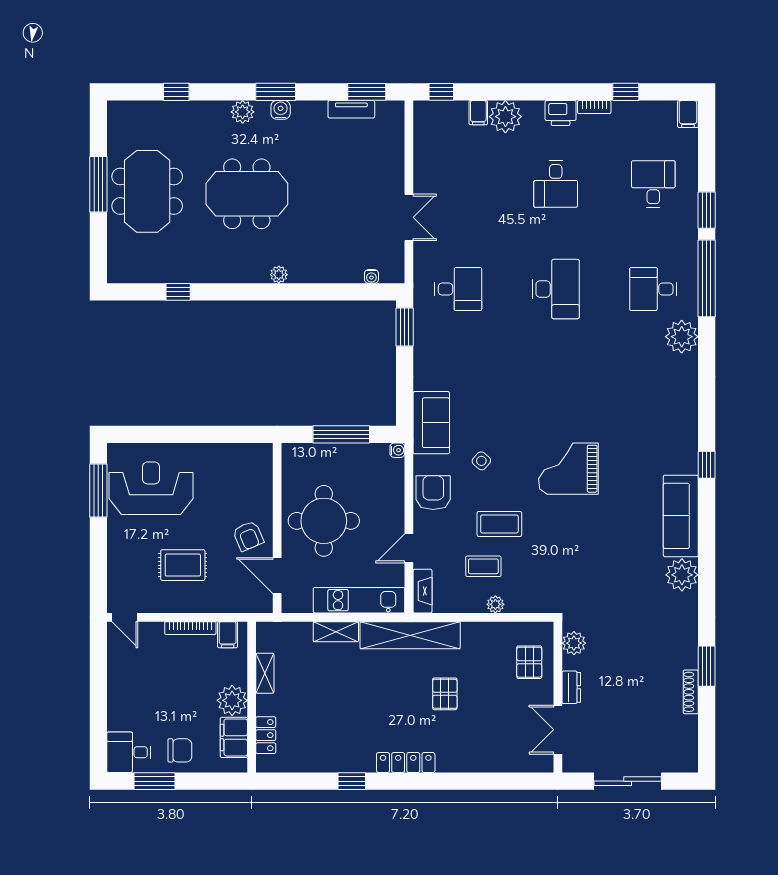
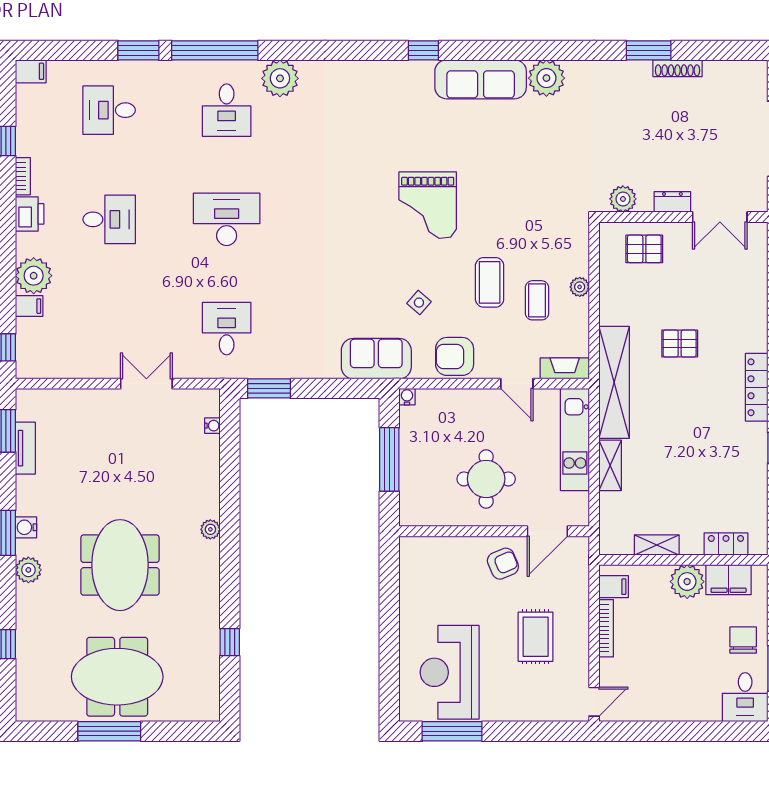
round table: (324, 521) -> (486, 479), width x0.73, depth x0.73

